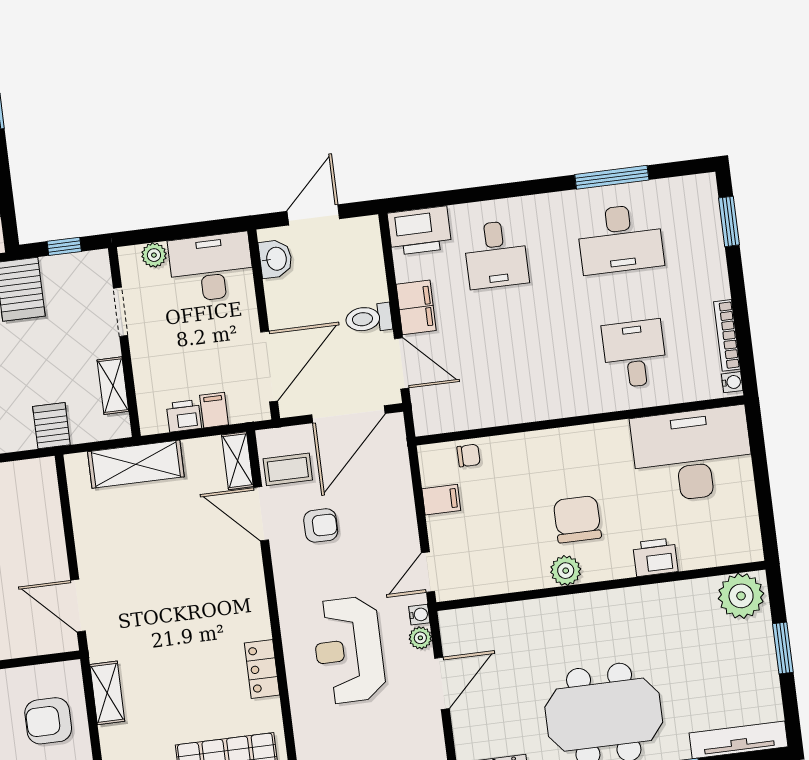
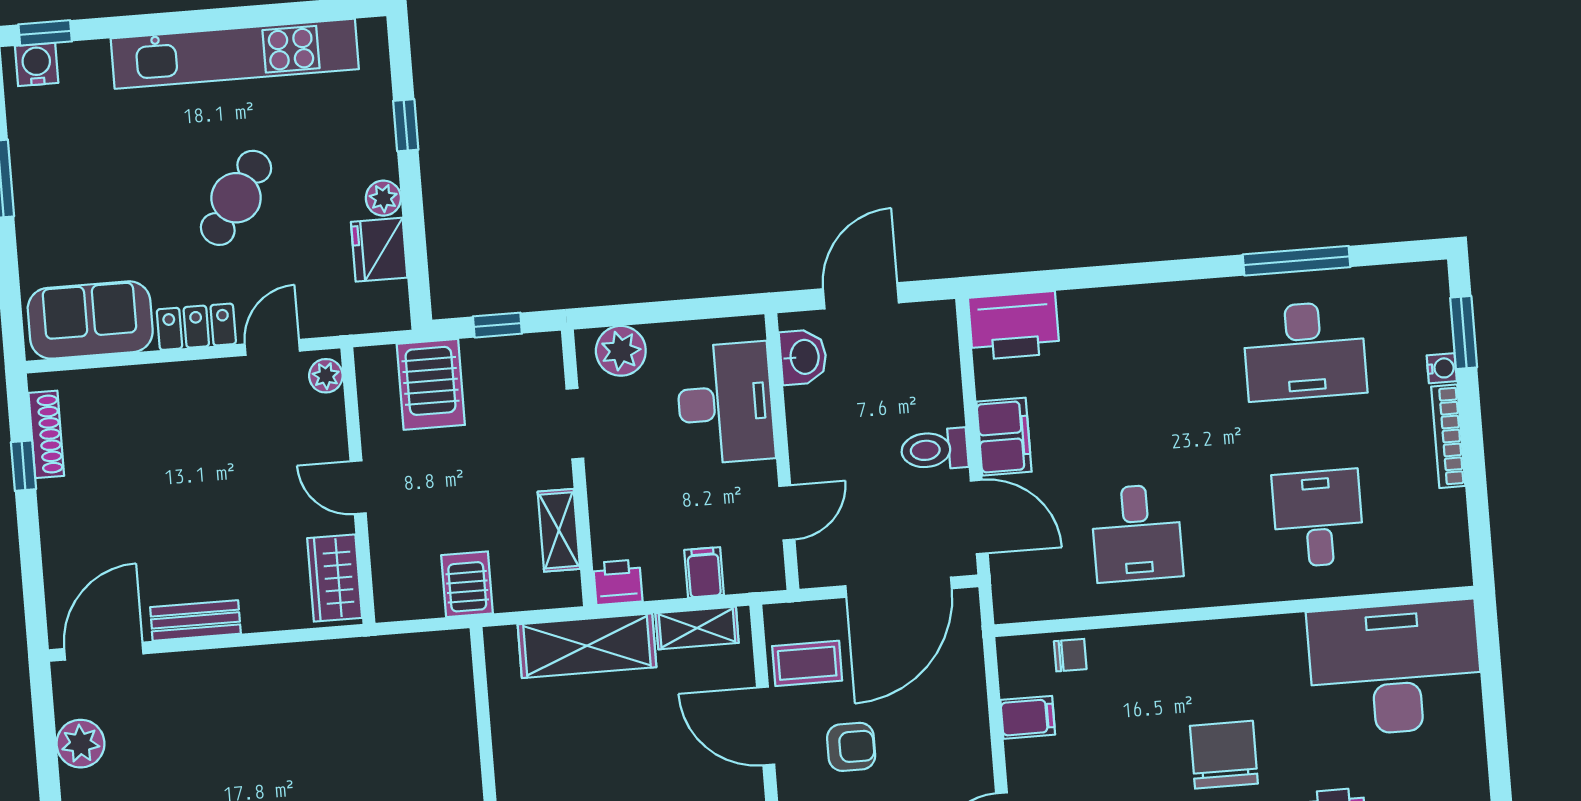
plant: (154, 255) -> (621, 351), width x1.38, depth x1.38
desk: (496, 255) -> (1137, 533), moved
desk: (211, 267) -> (725, 403), moved, turned 90
bookcase: (727, 335) -> (1448, 436), moved
door: (269, 366) -> (787, 513), width x0.53
water cooler: (732, 382) -> (1442, 368), moved
printer: (184, 416) -> (618, 582), moved
shelving: (237, 461) -> (697, 628), moved, turned 90

